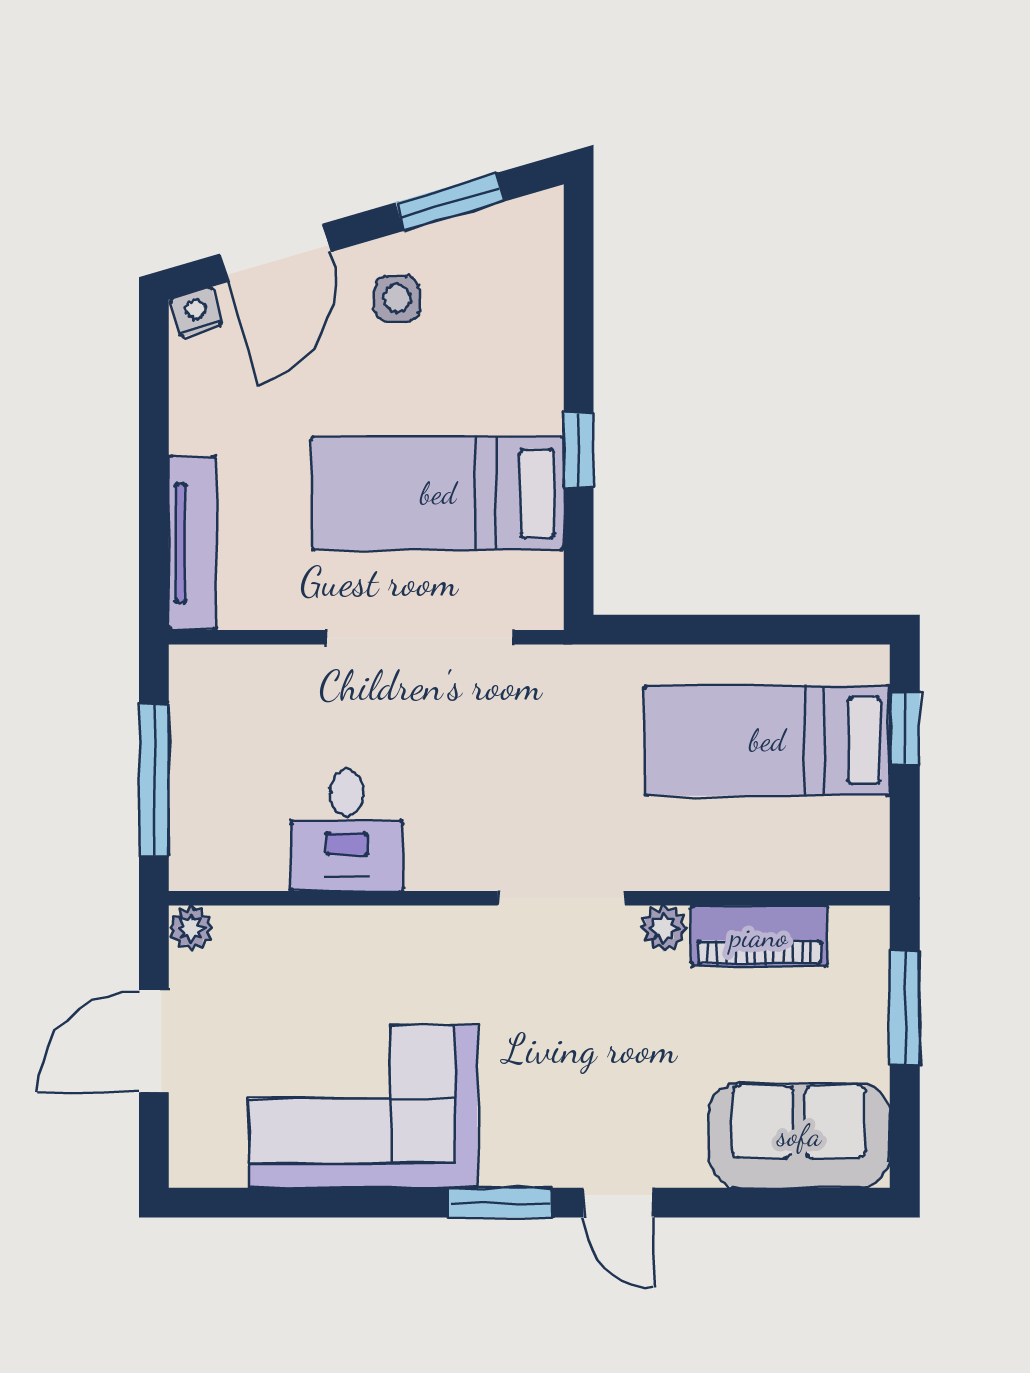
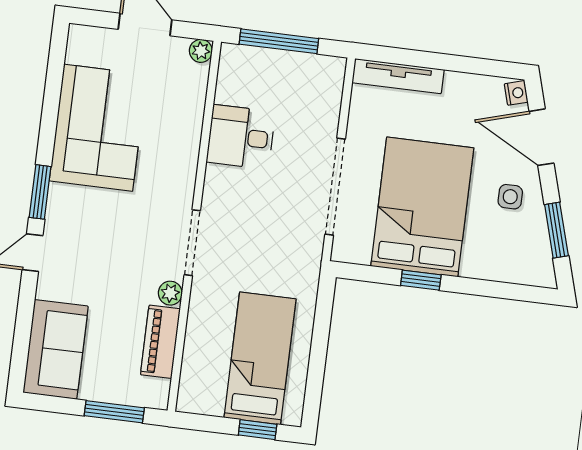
bed: (438, 493) -> (422, 207), width x1.50

